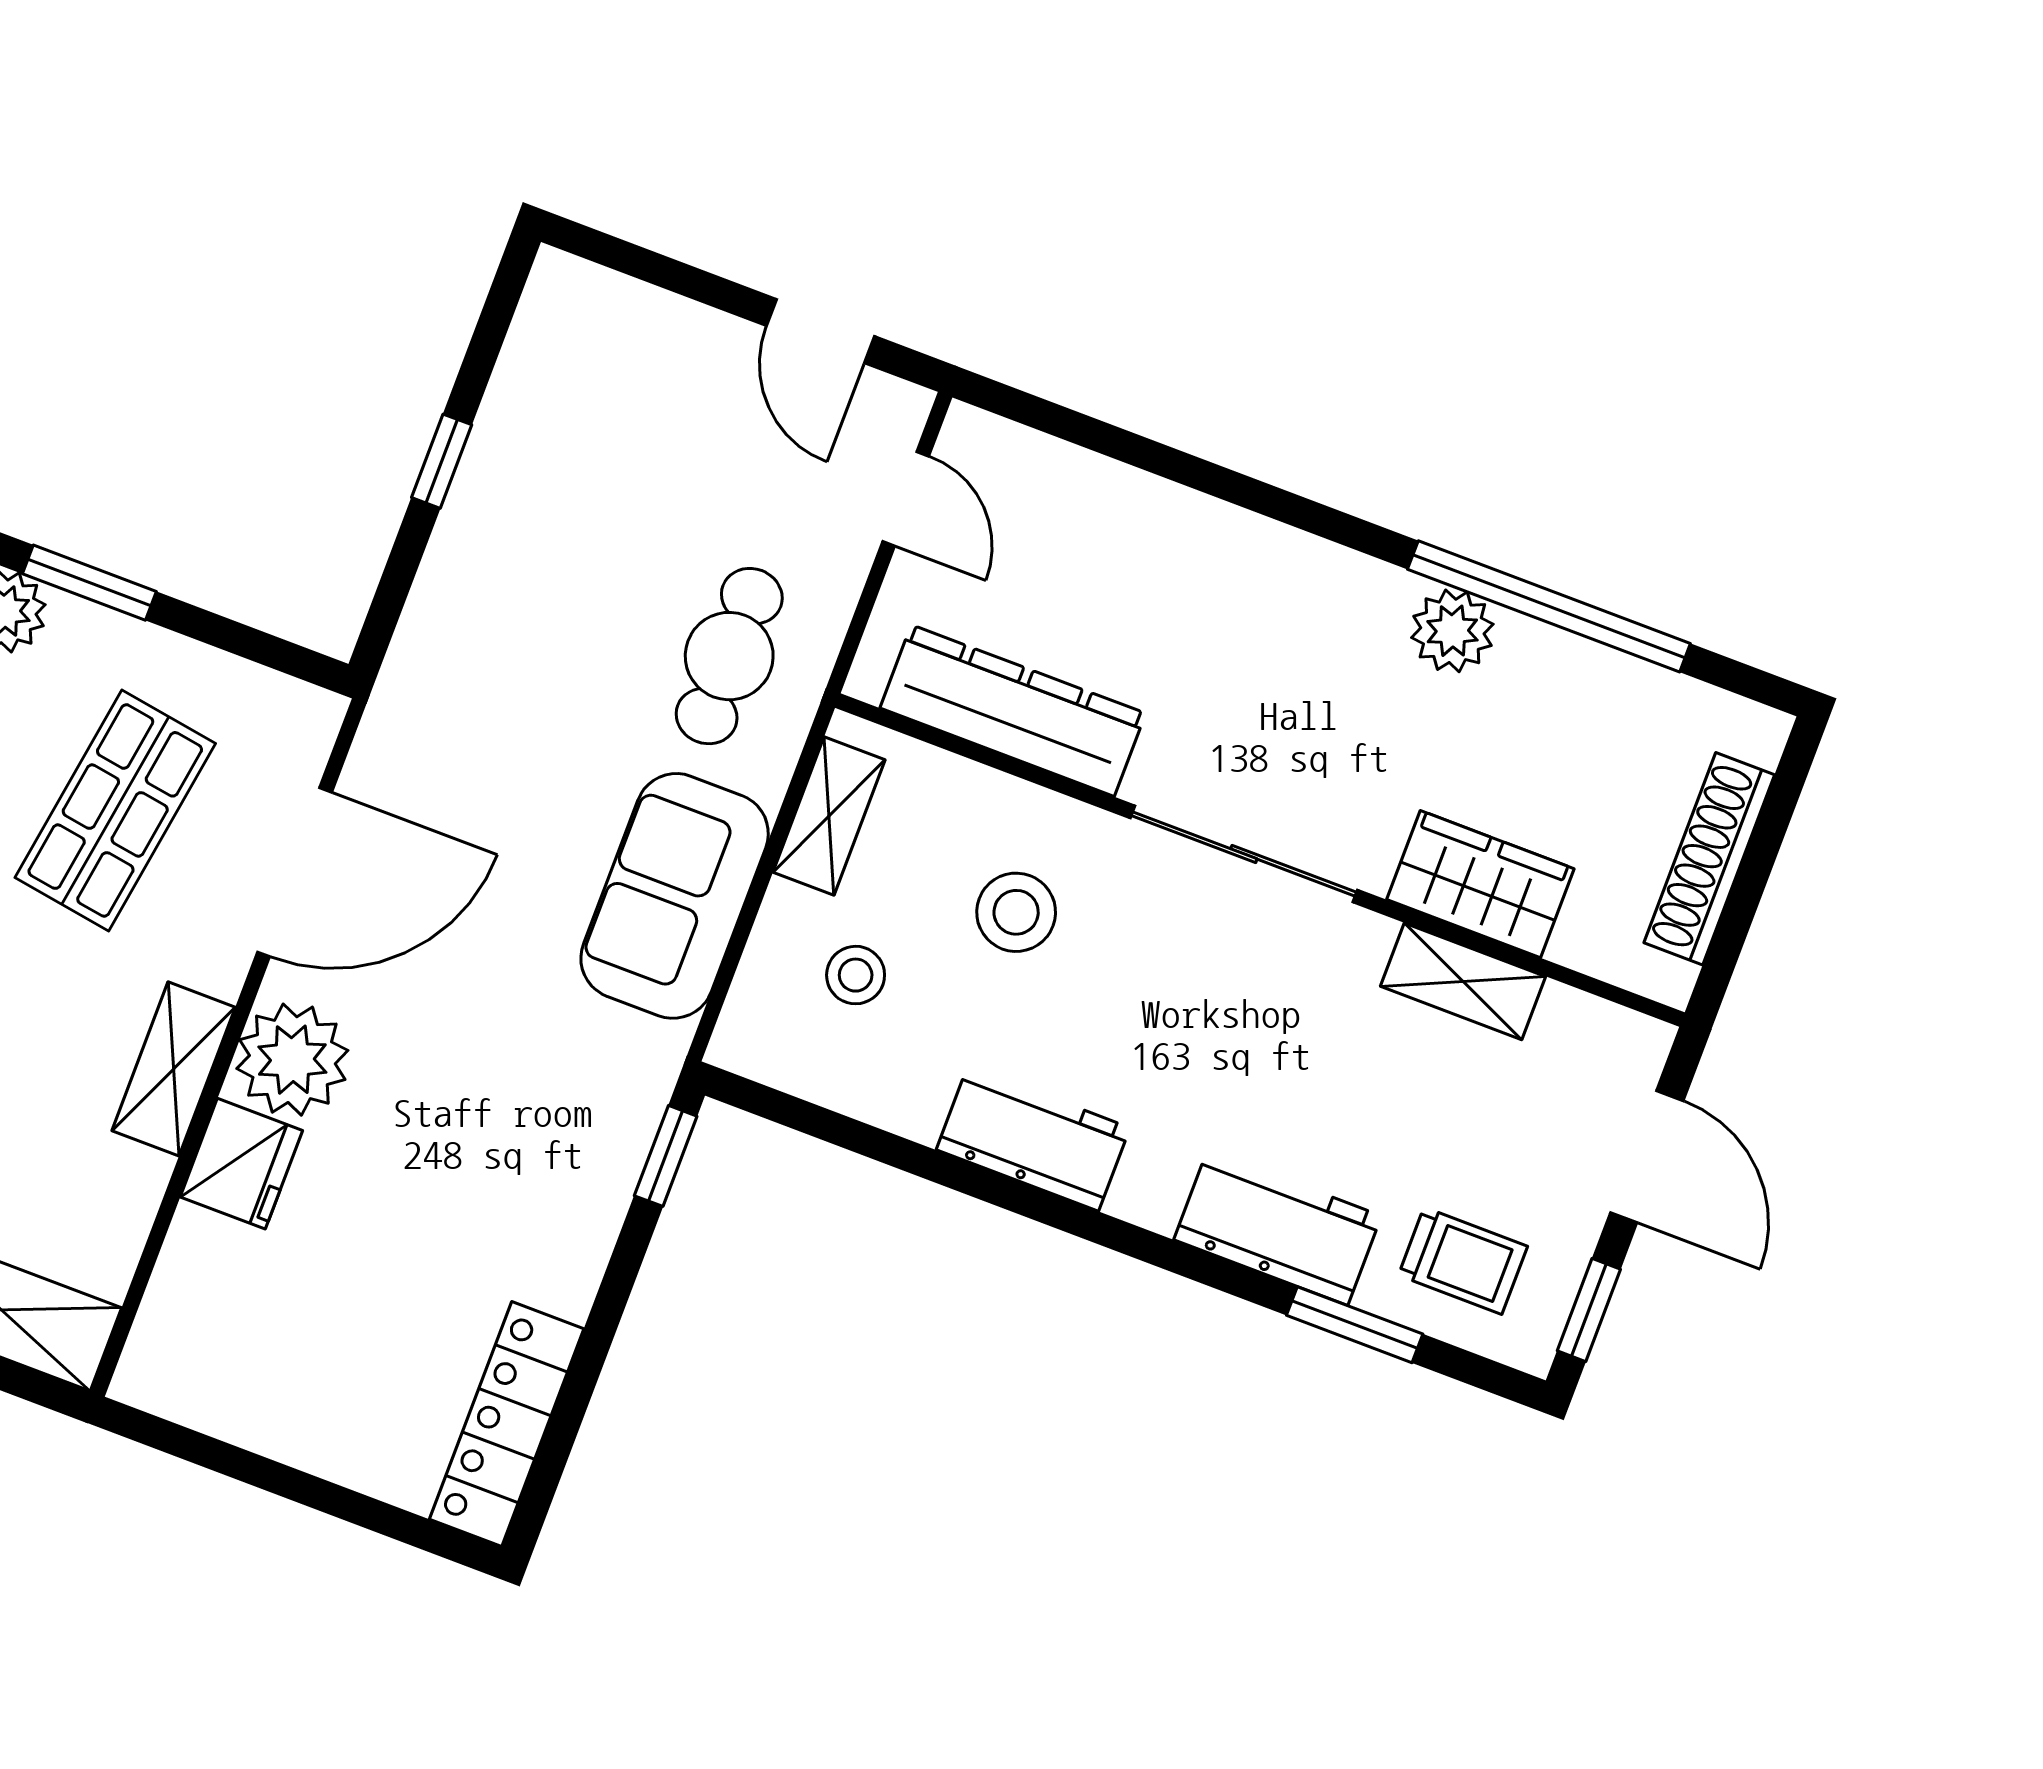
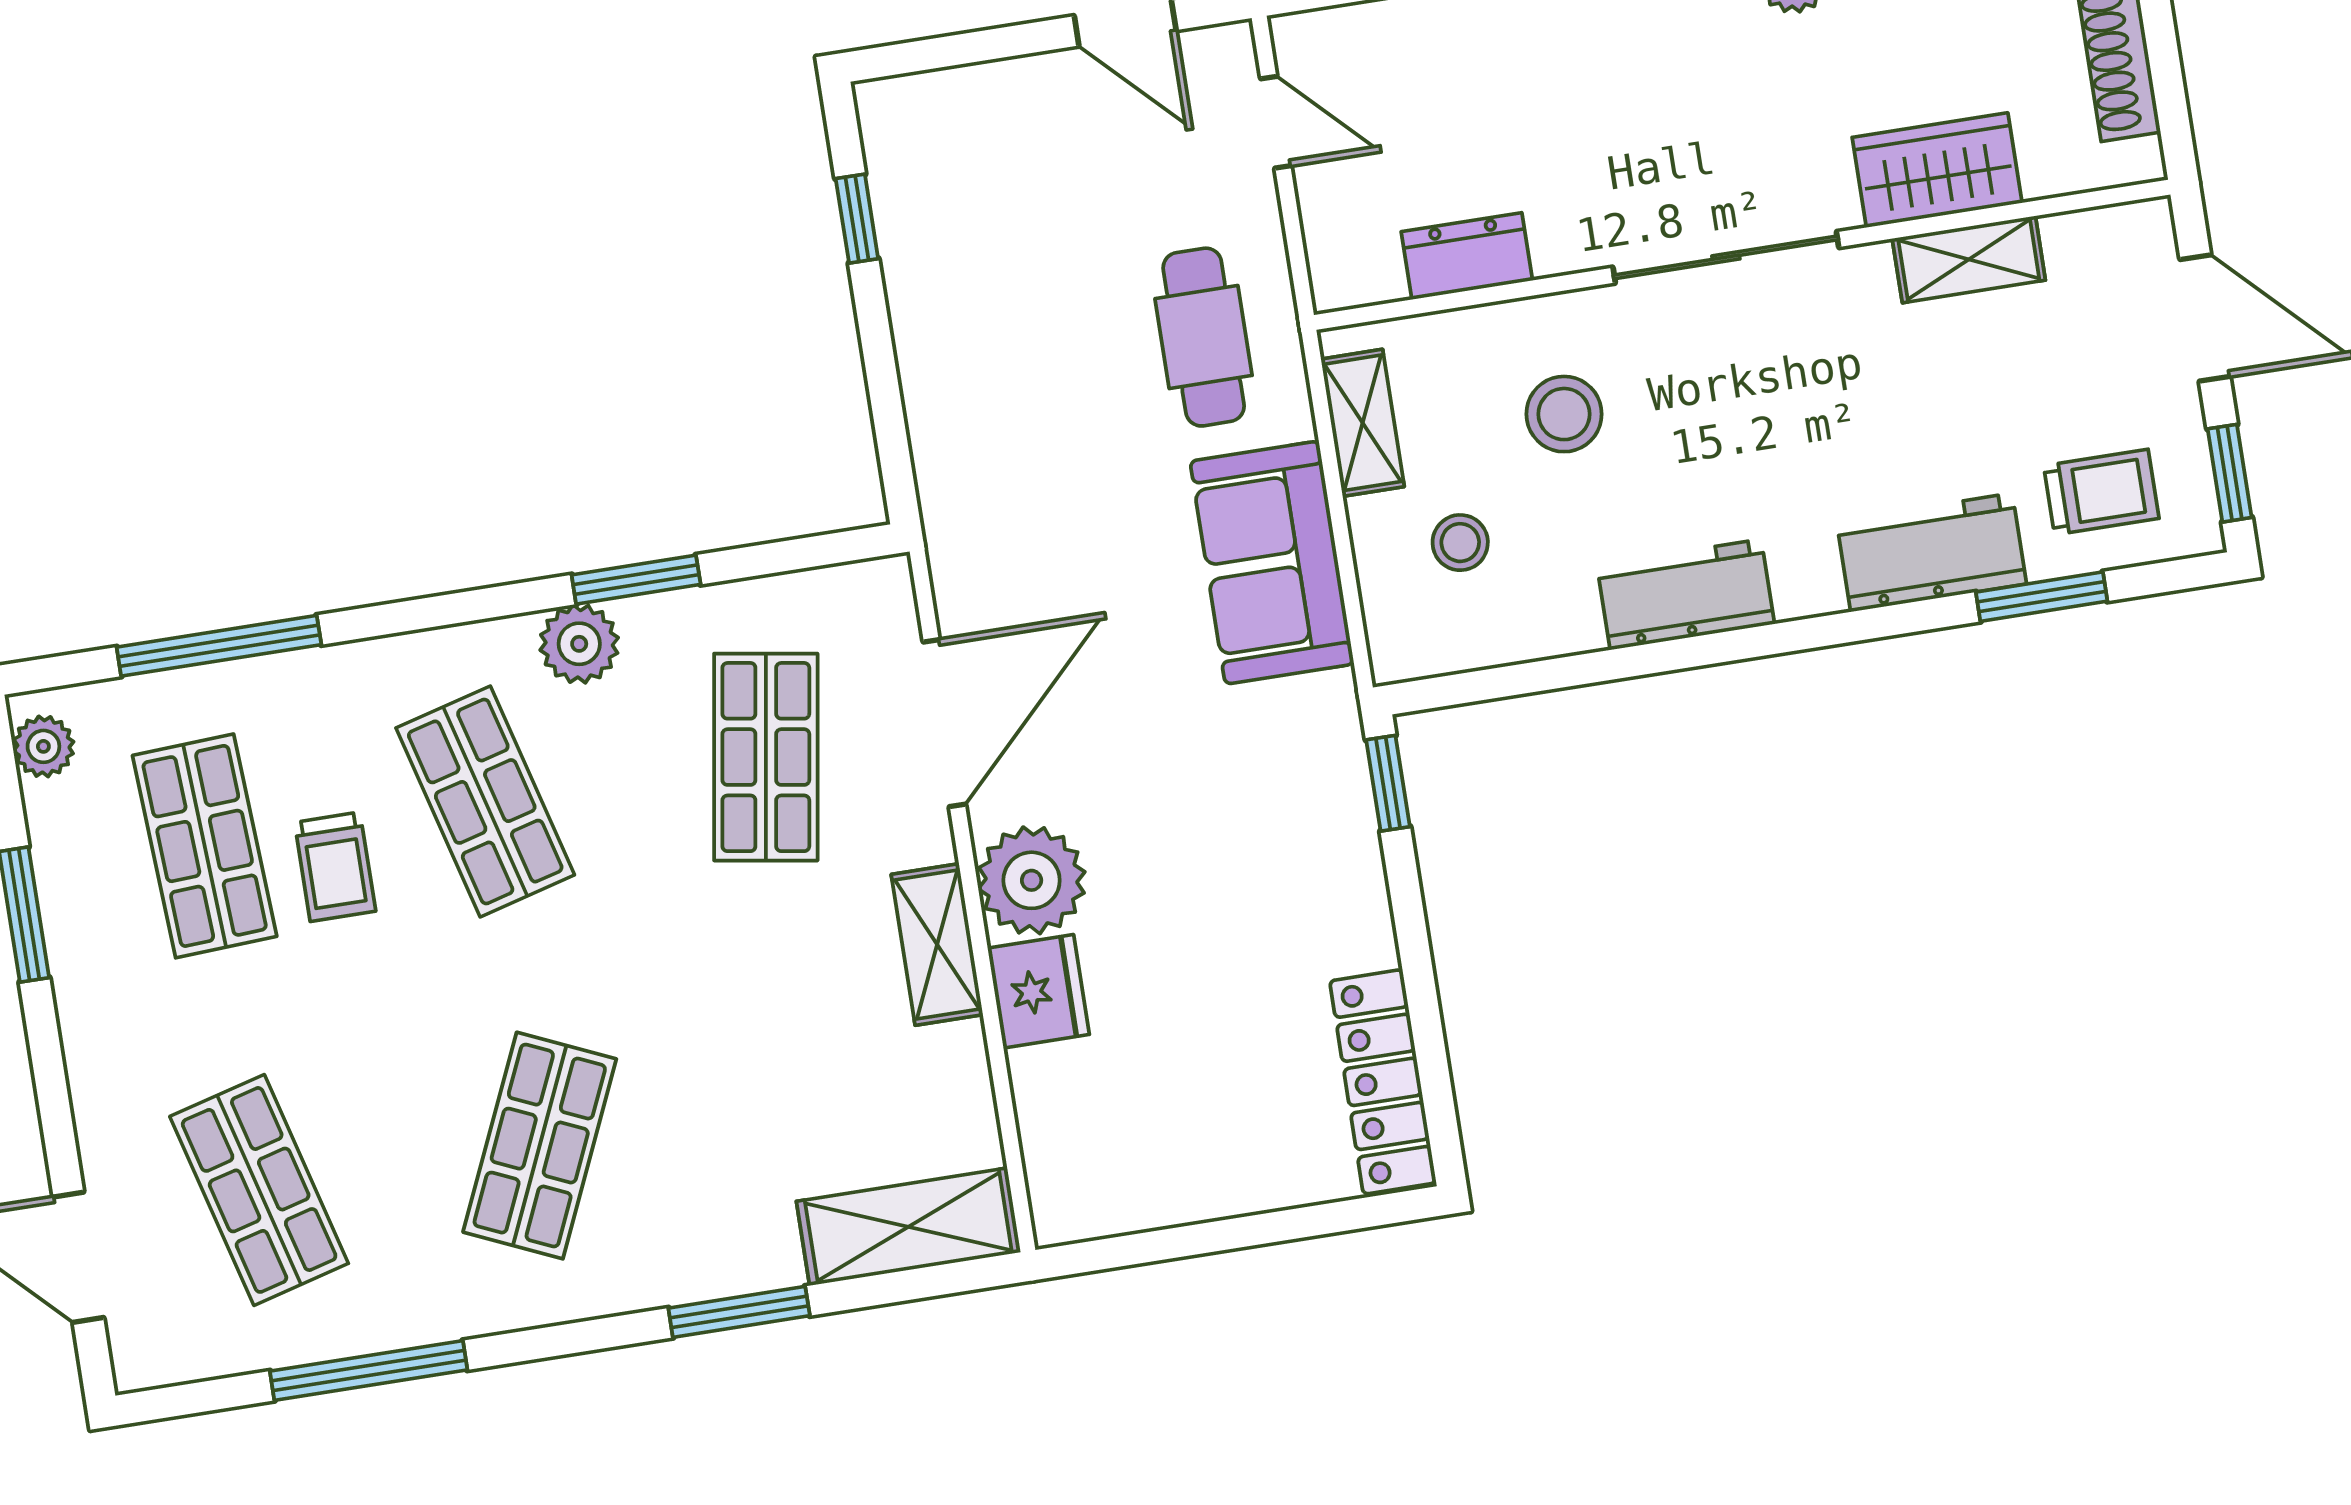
window: (442, 461) -> (857, 219), moved
dresser: (1013, 711) -> (1467, 256), width x0.51, depth x0.80

